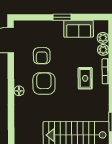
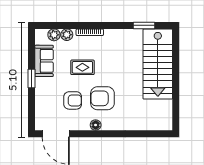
rug: (85, 78) -> (82, 67), moved
floor lamp: (19, 91) -> (96, 125), moved

